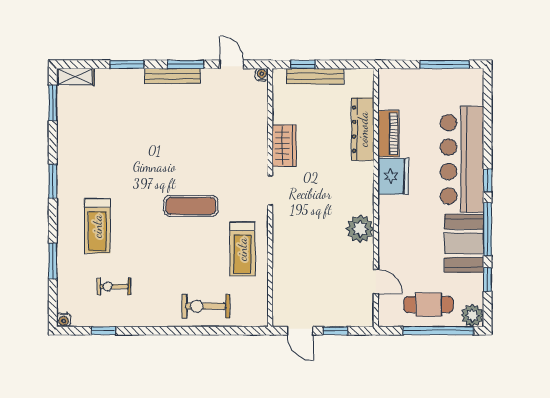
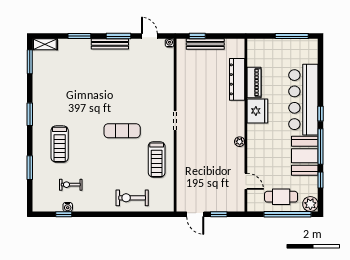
wardrobe: (284, 146) -> (184, 90), removed
plant: (360, 229) -> (240, 142), width x0.53, depth x0.53
water cooler: (64, 320) -> (68, 207), moved

